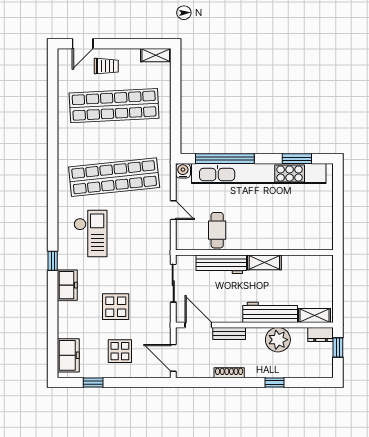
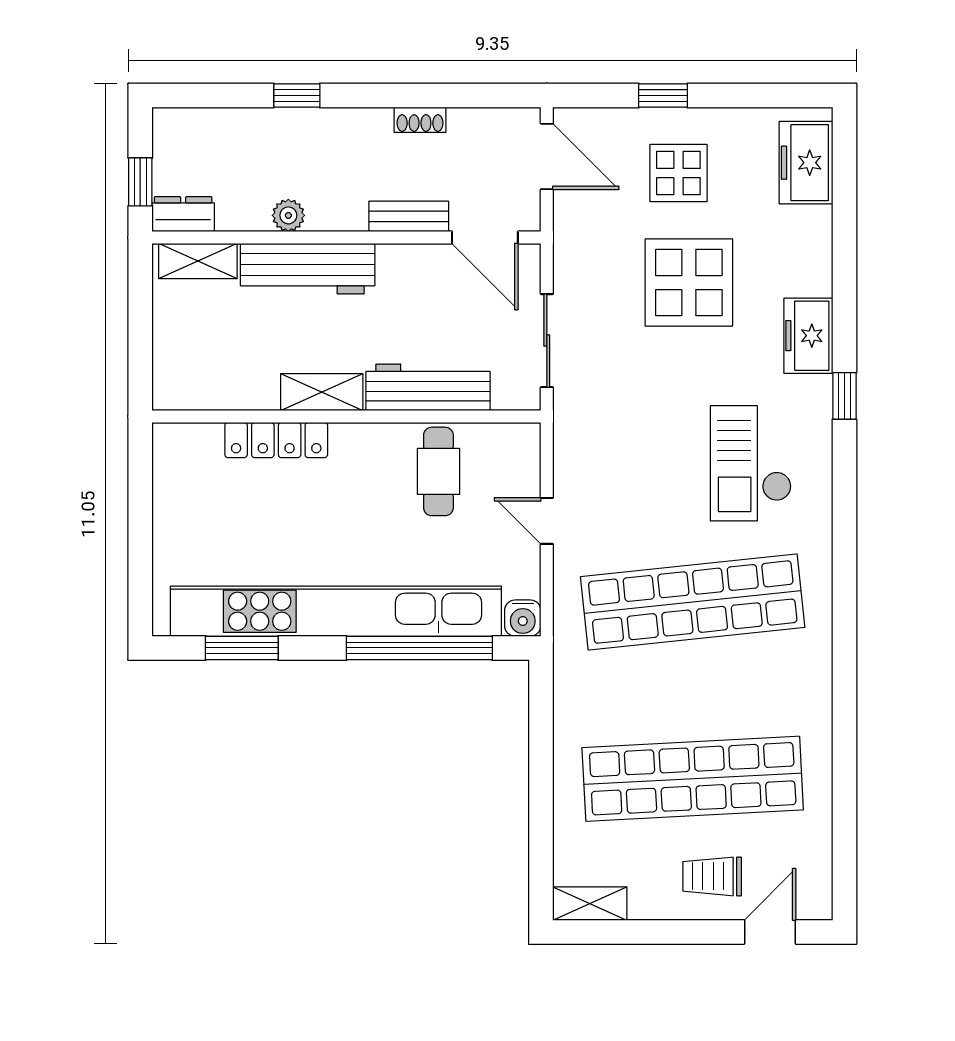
locker: (283, 243) -> (276, 440), added
display table: (116, 307) -> (689, 283), width x1.36, depth x1.36
plant: (278, 340) -> (288, 215), width x0.53, depth x0.53
shoe rack: (229, 373) -> (420, 120), width x0.70
window: (93, 383) -> (663, 95), moved

